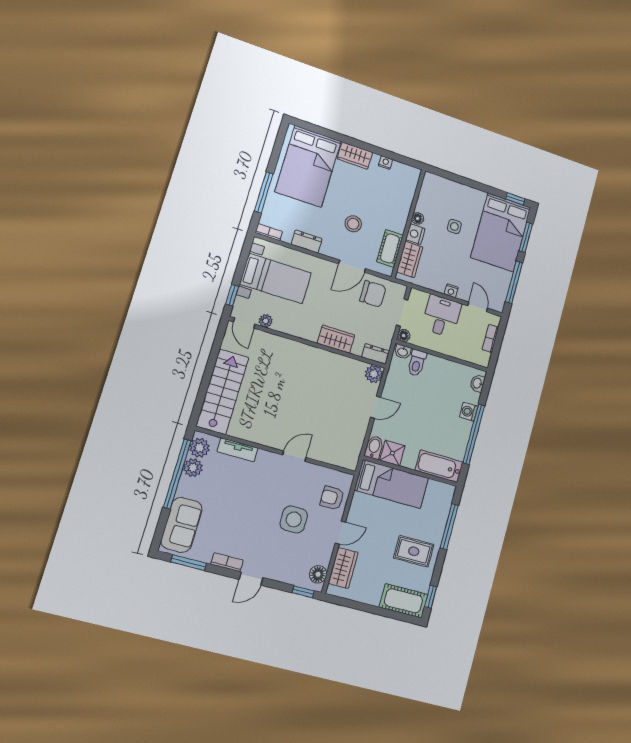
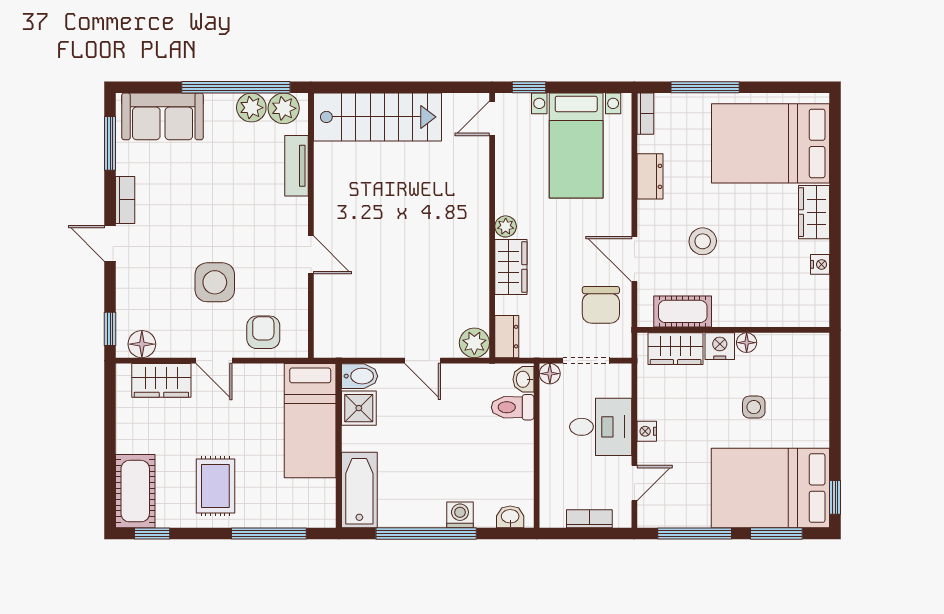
plant: (266, 321) -> (506, 226), moved

